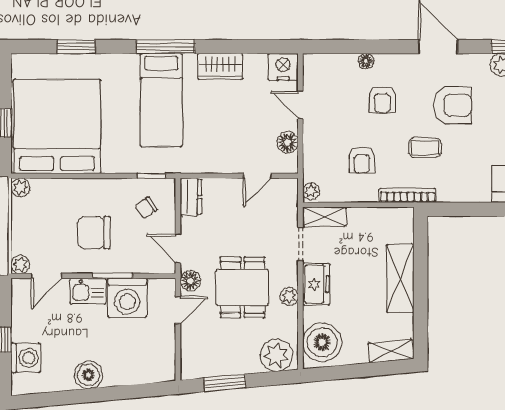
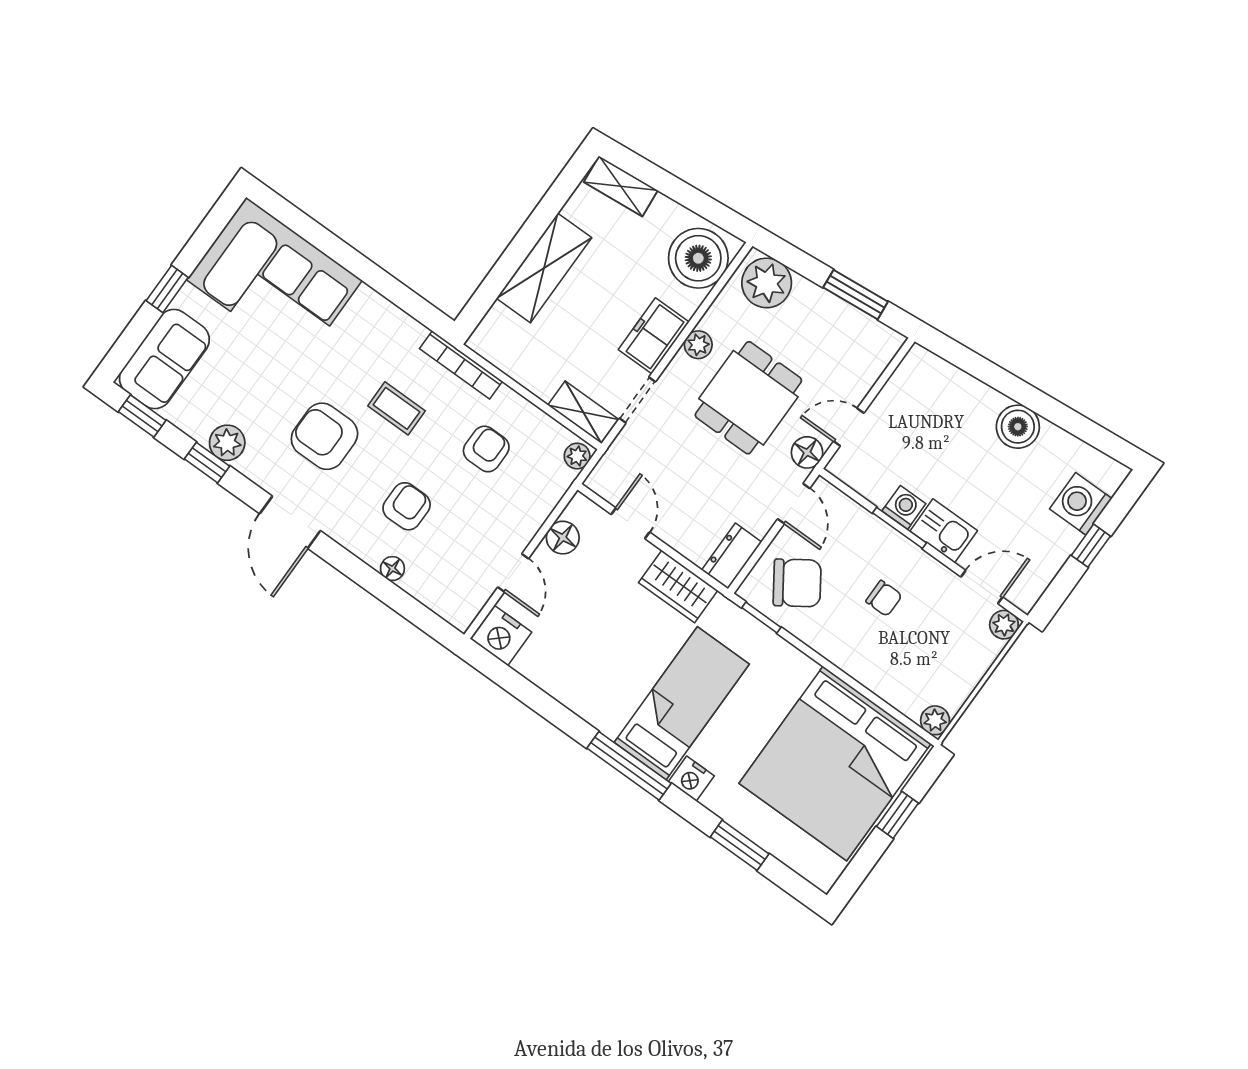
nightstand: (127, 64) -> (691, 779), added
wardrobe: (220, 66) -> (678, 587), moved, turned 180
door: (257, 176) -> (630, 523), hinge flipped
chair: (146, 208) -> (797, 583), width x1.87, depth x1.87
chair: (94, 233) -> (884, 598), width x0.54, depth x0.54
washing machine: (127, 298) -> (904, 507), width x0.53, depth x0.53

